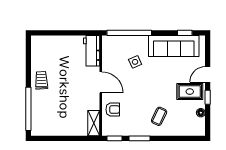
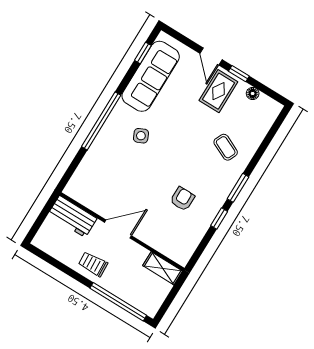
workbench: (92, 51) -> (72, 216), moved
door: (101, 82) -> (118, 229), moved
wall: (101, 86) -> (122, 232), moved
shelving: (94, 123) -> (163, 268), moved

